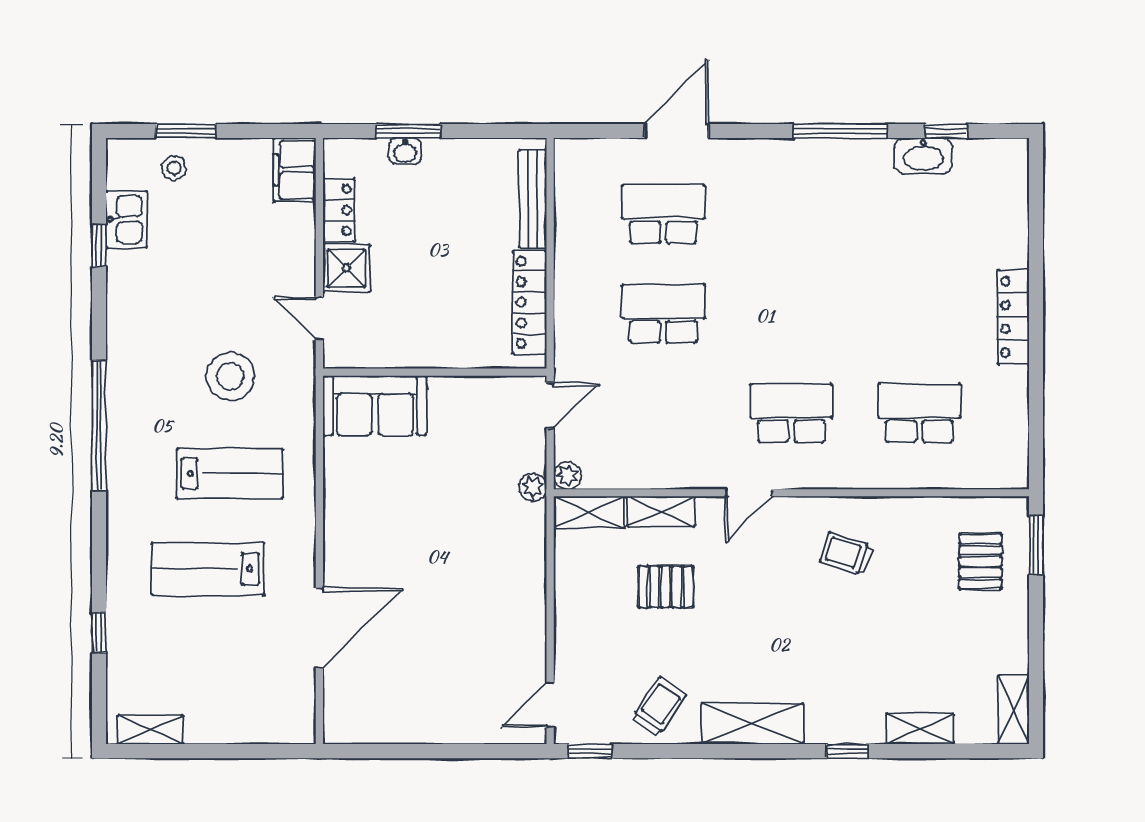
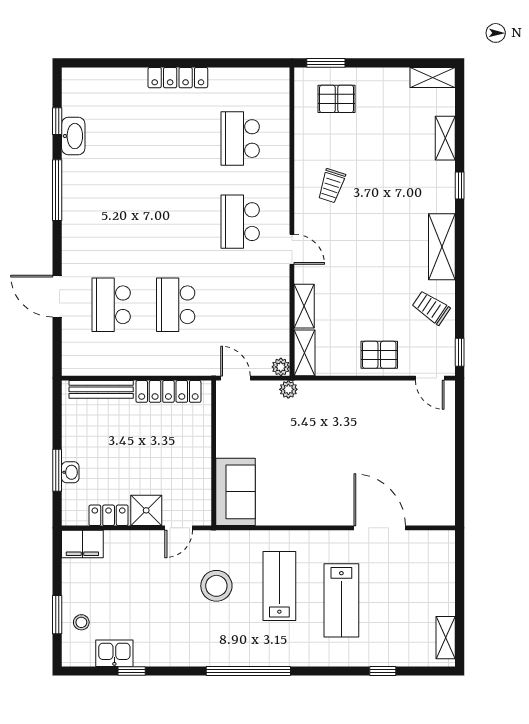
pallet: (666, 587) -> (379, 355), moved, turned 90

